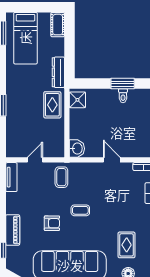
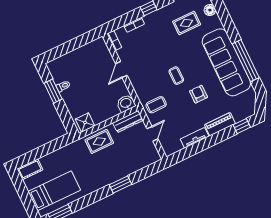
dresser: (58, 72) -> (128, 122), moved
door: (35, 160) -> (152, 134), swing flipped
tv unit: (11, 177) -> (195, 138), moved

